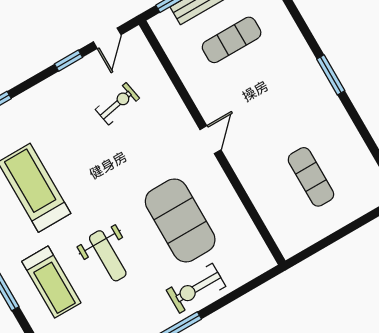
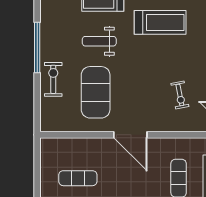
door: (210, 140) -> (130, 135), width x1.87
exercise mat: (180, 220) -> (96, 92), turned 90

